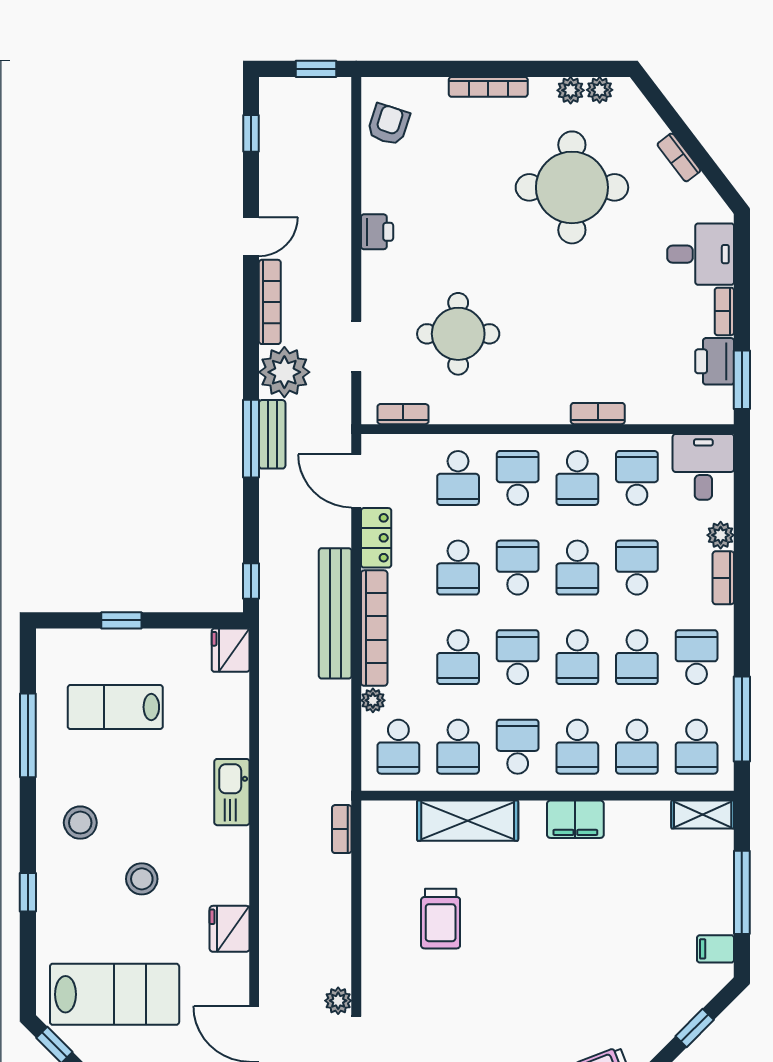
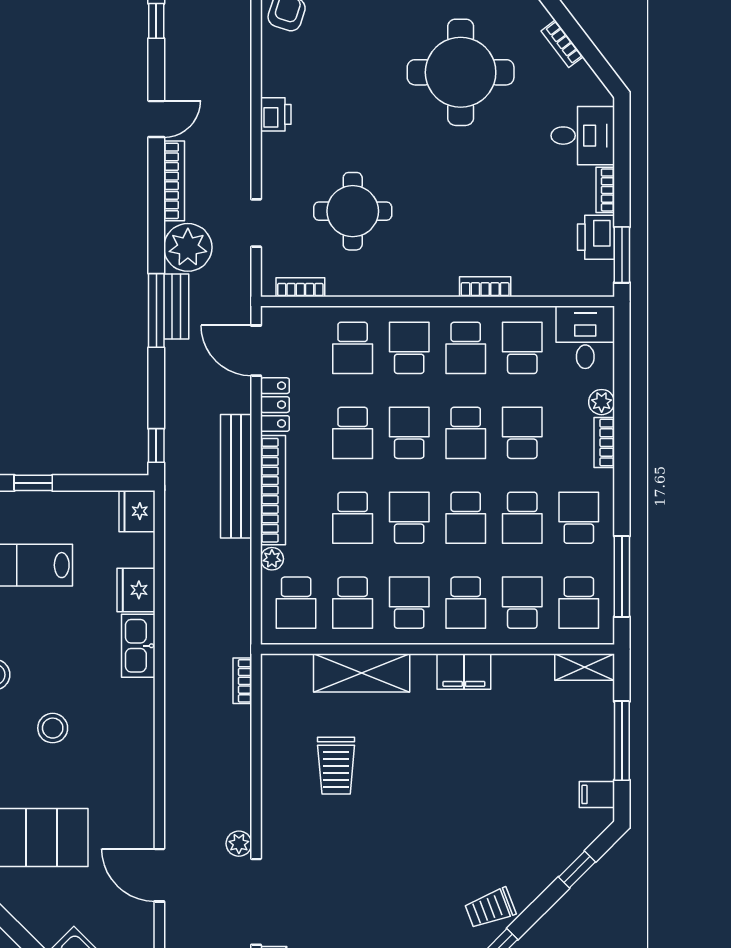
school desk: (637, 747) -> (522, 603), turned 180
fridge: (230, 929) -> (136, 590), moved

